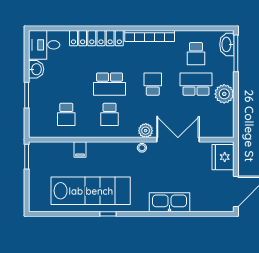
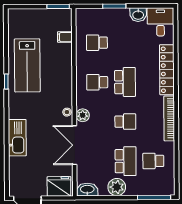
washbasin: (227, 44) -> (87, 190), moved
school desk: (110, 84) -> (125, 82), turned 180
double door: (178, 140) -> (75, 145), swing flipped
filing cabinet: (80, 150) -> (65, 37), moved
lab bench: (91, 191) -> (27, 65), width x0.73

